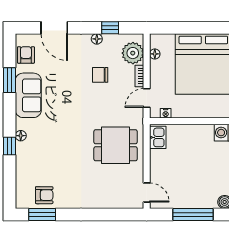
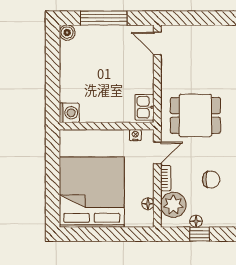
floor lamp: (97, 39) -> (196, 221), moved
dining table: (116, 145) -> (195, 115), moved

